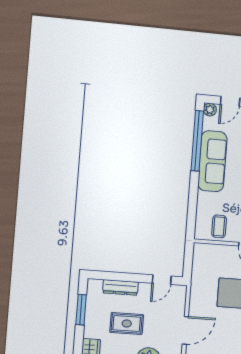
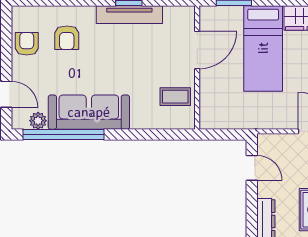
plant: (210, 110) -> (38, 121), moved

